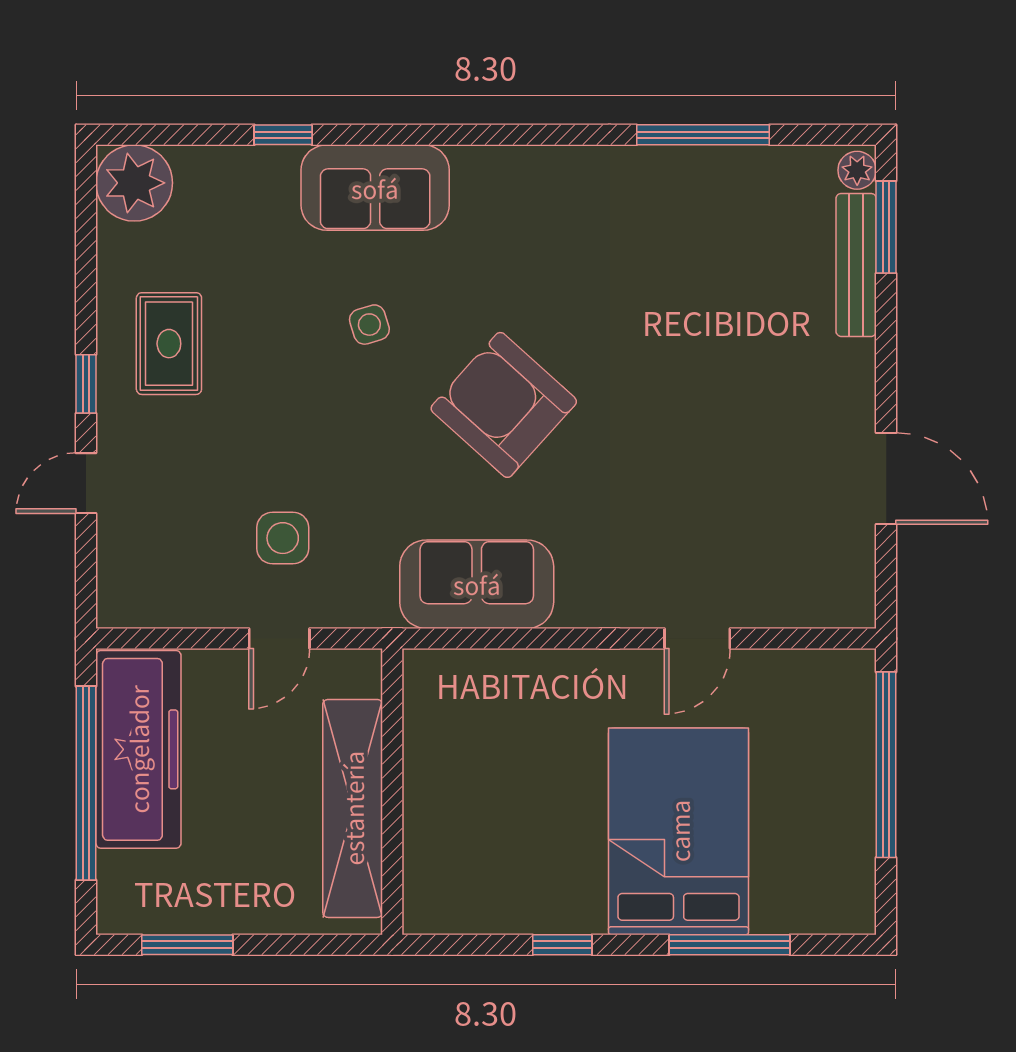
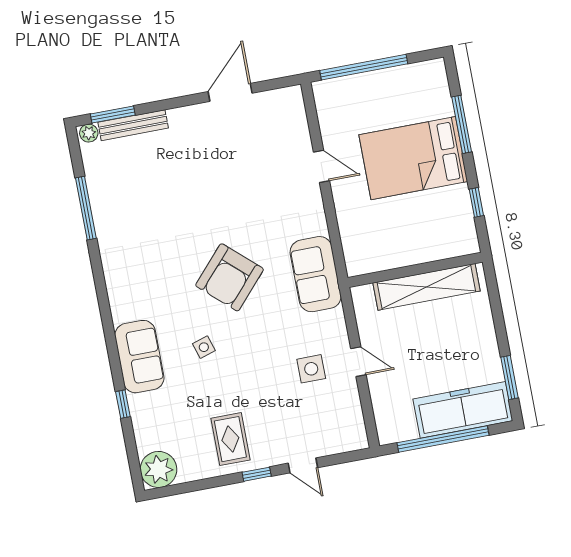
rug: (169, 344) -> (230, 439), turned 90
freezer: (138, 749) -> (463, 410), moved
wall: (392, 792) -> (415, 270), moved
shelving: (353, 808) -> (426, 287), moved

